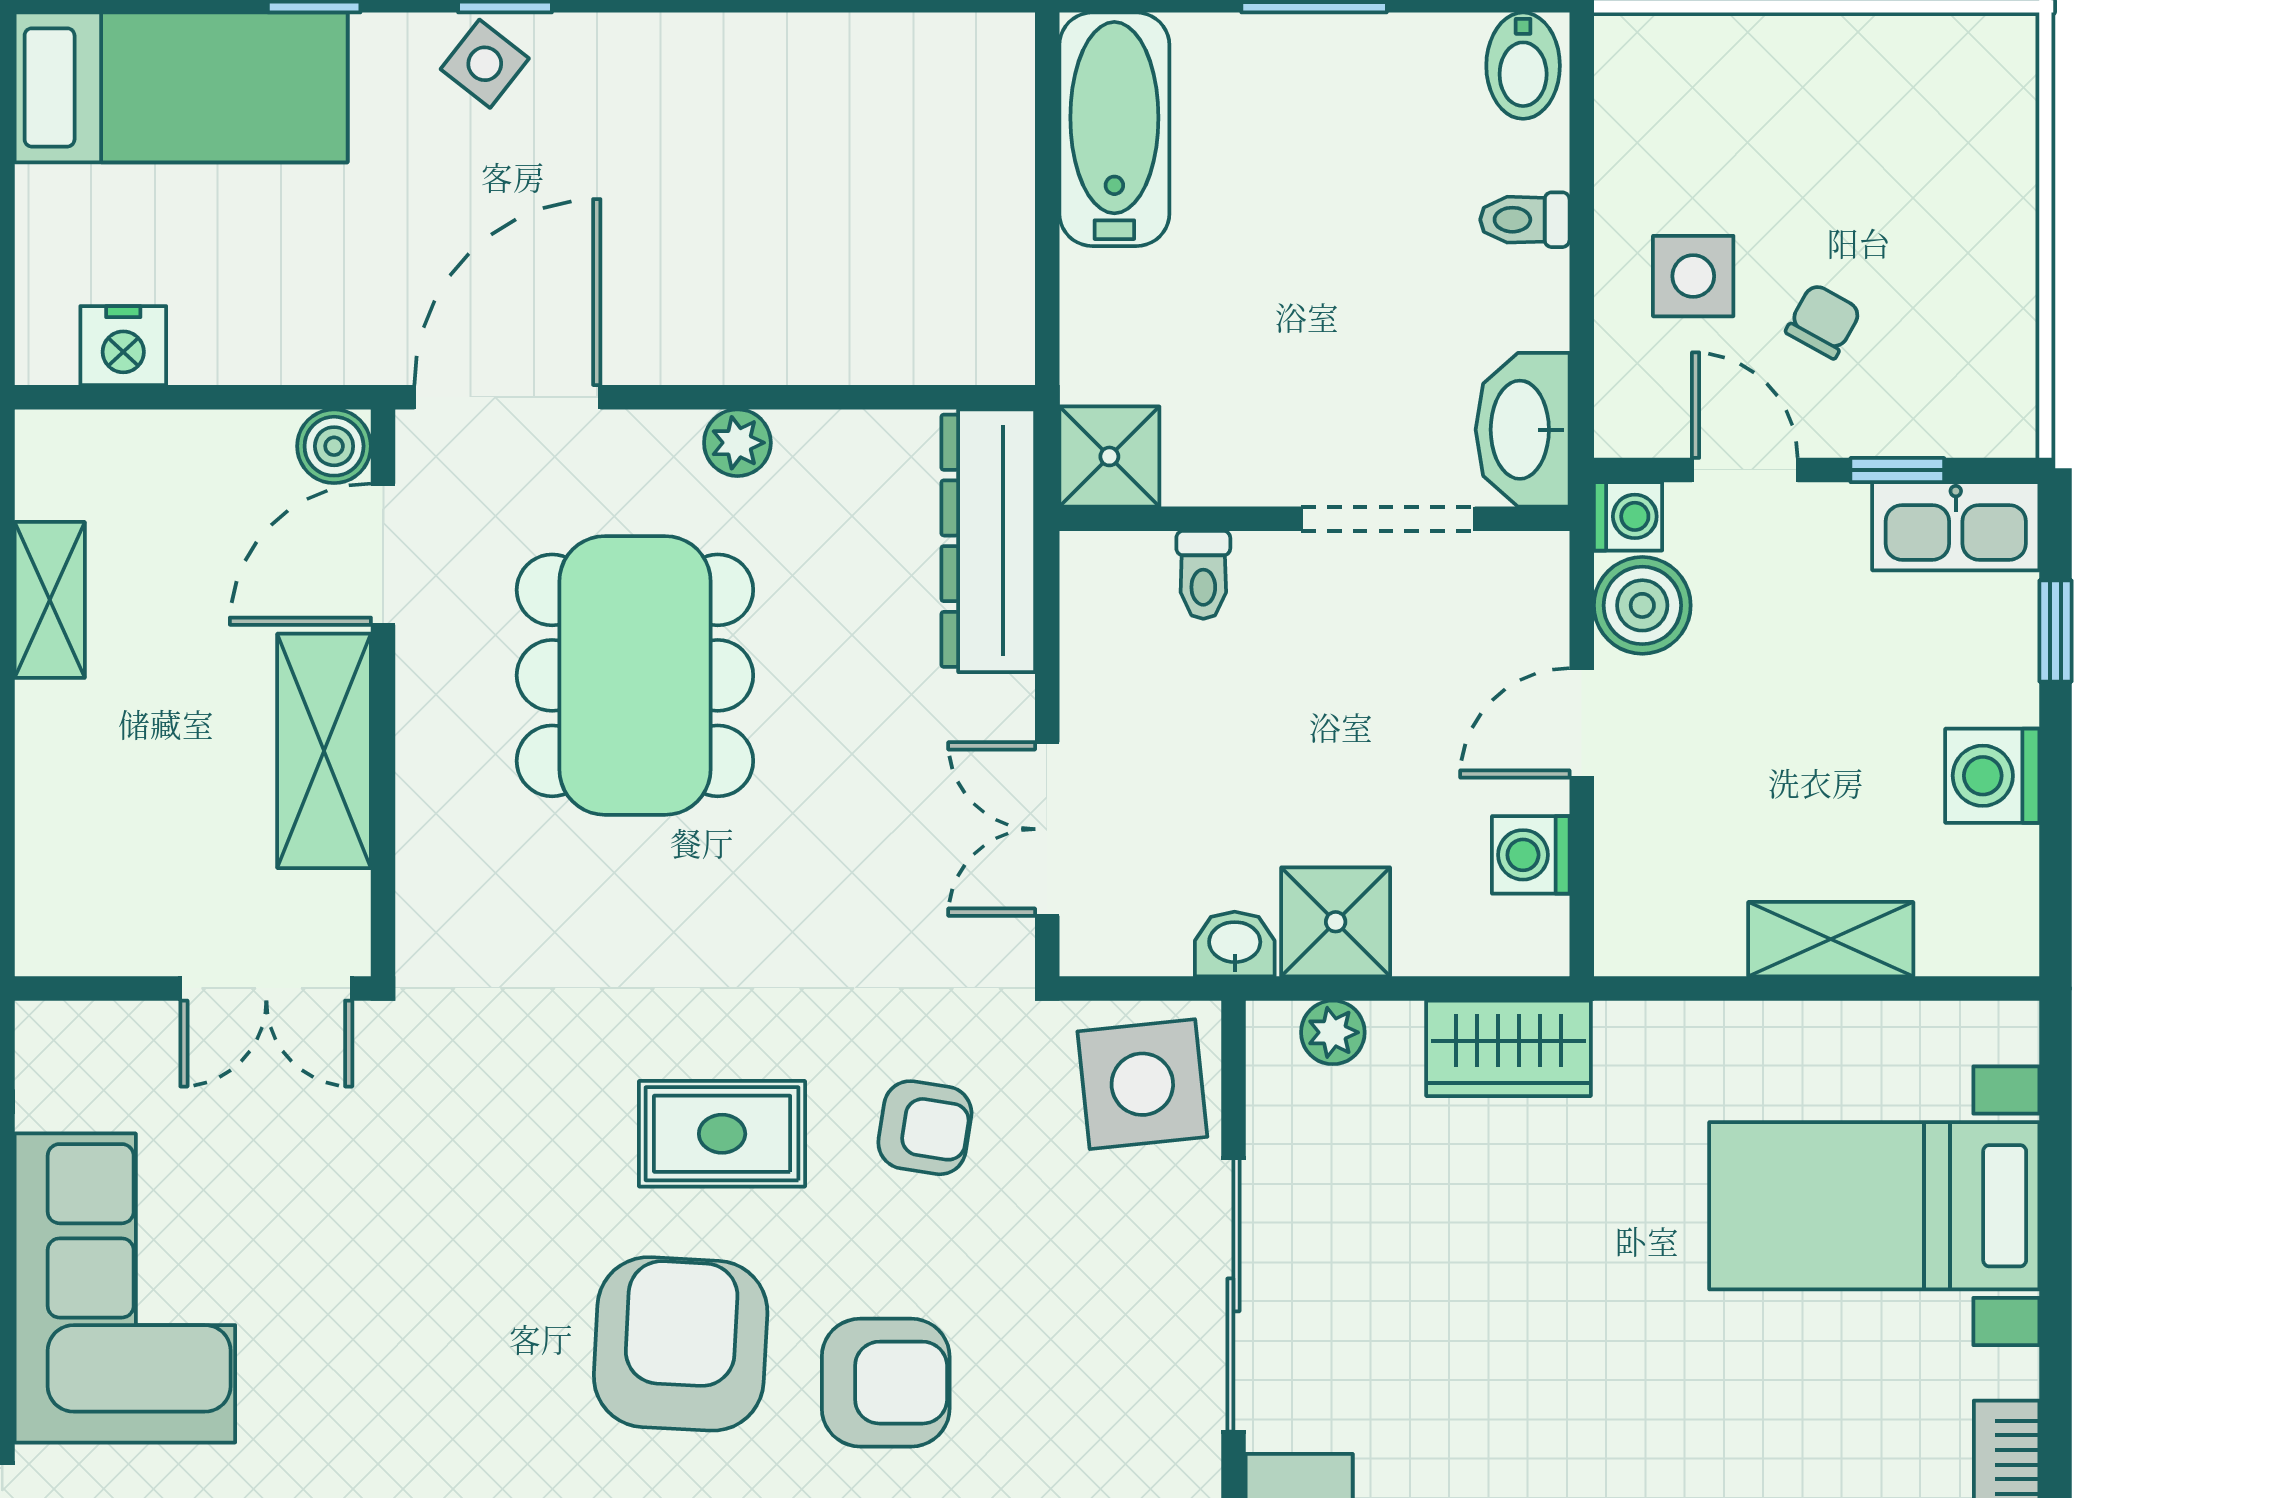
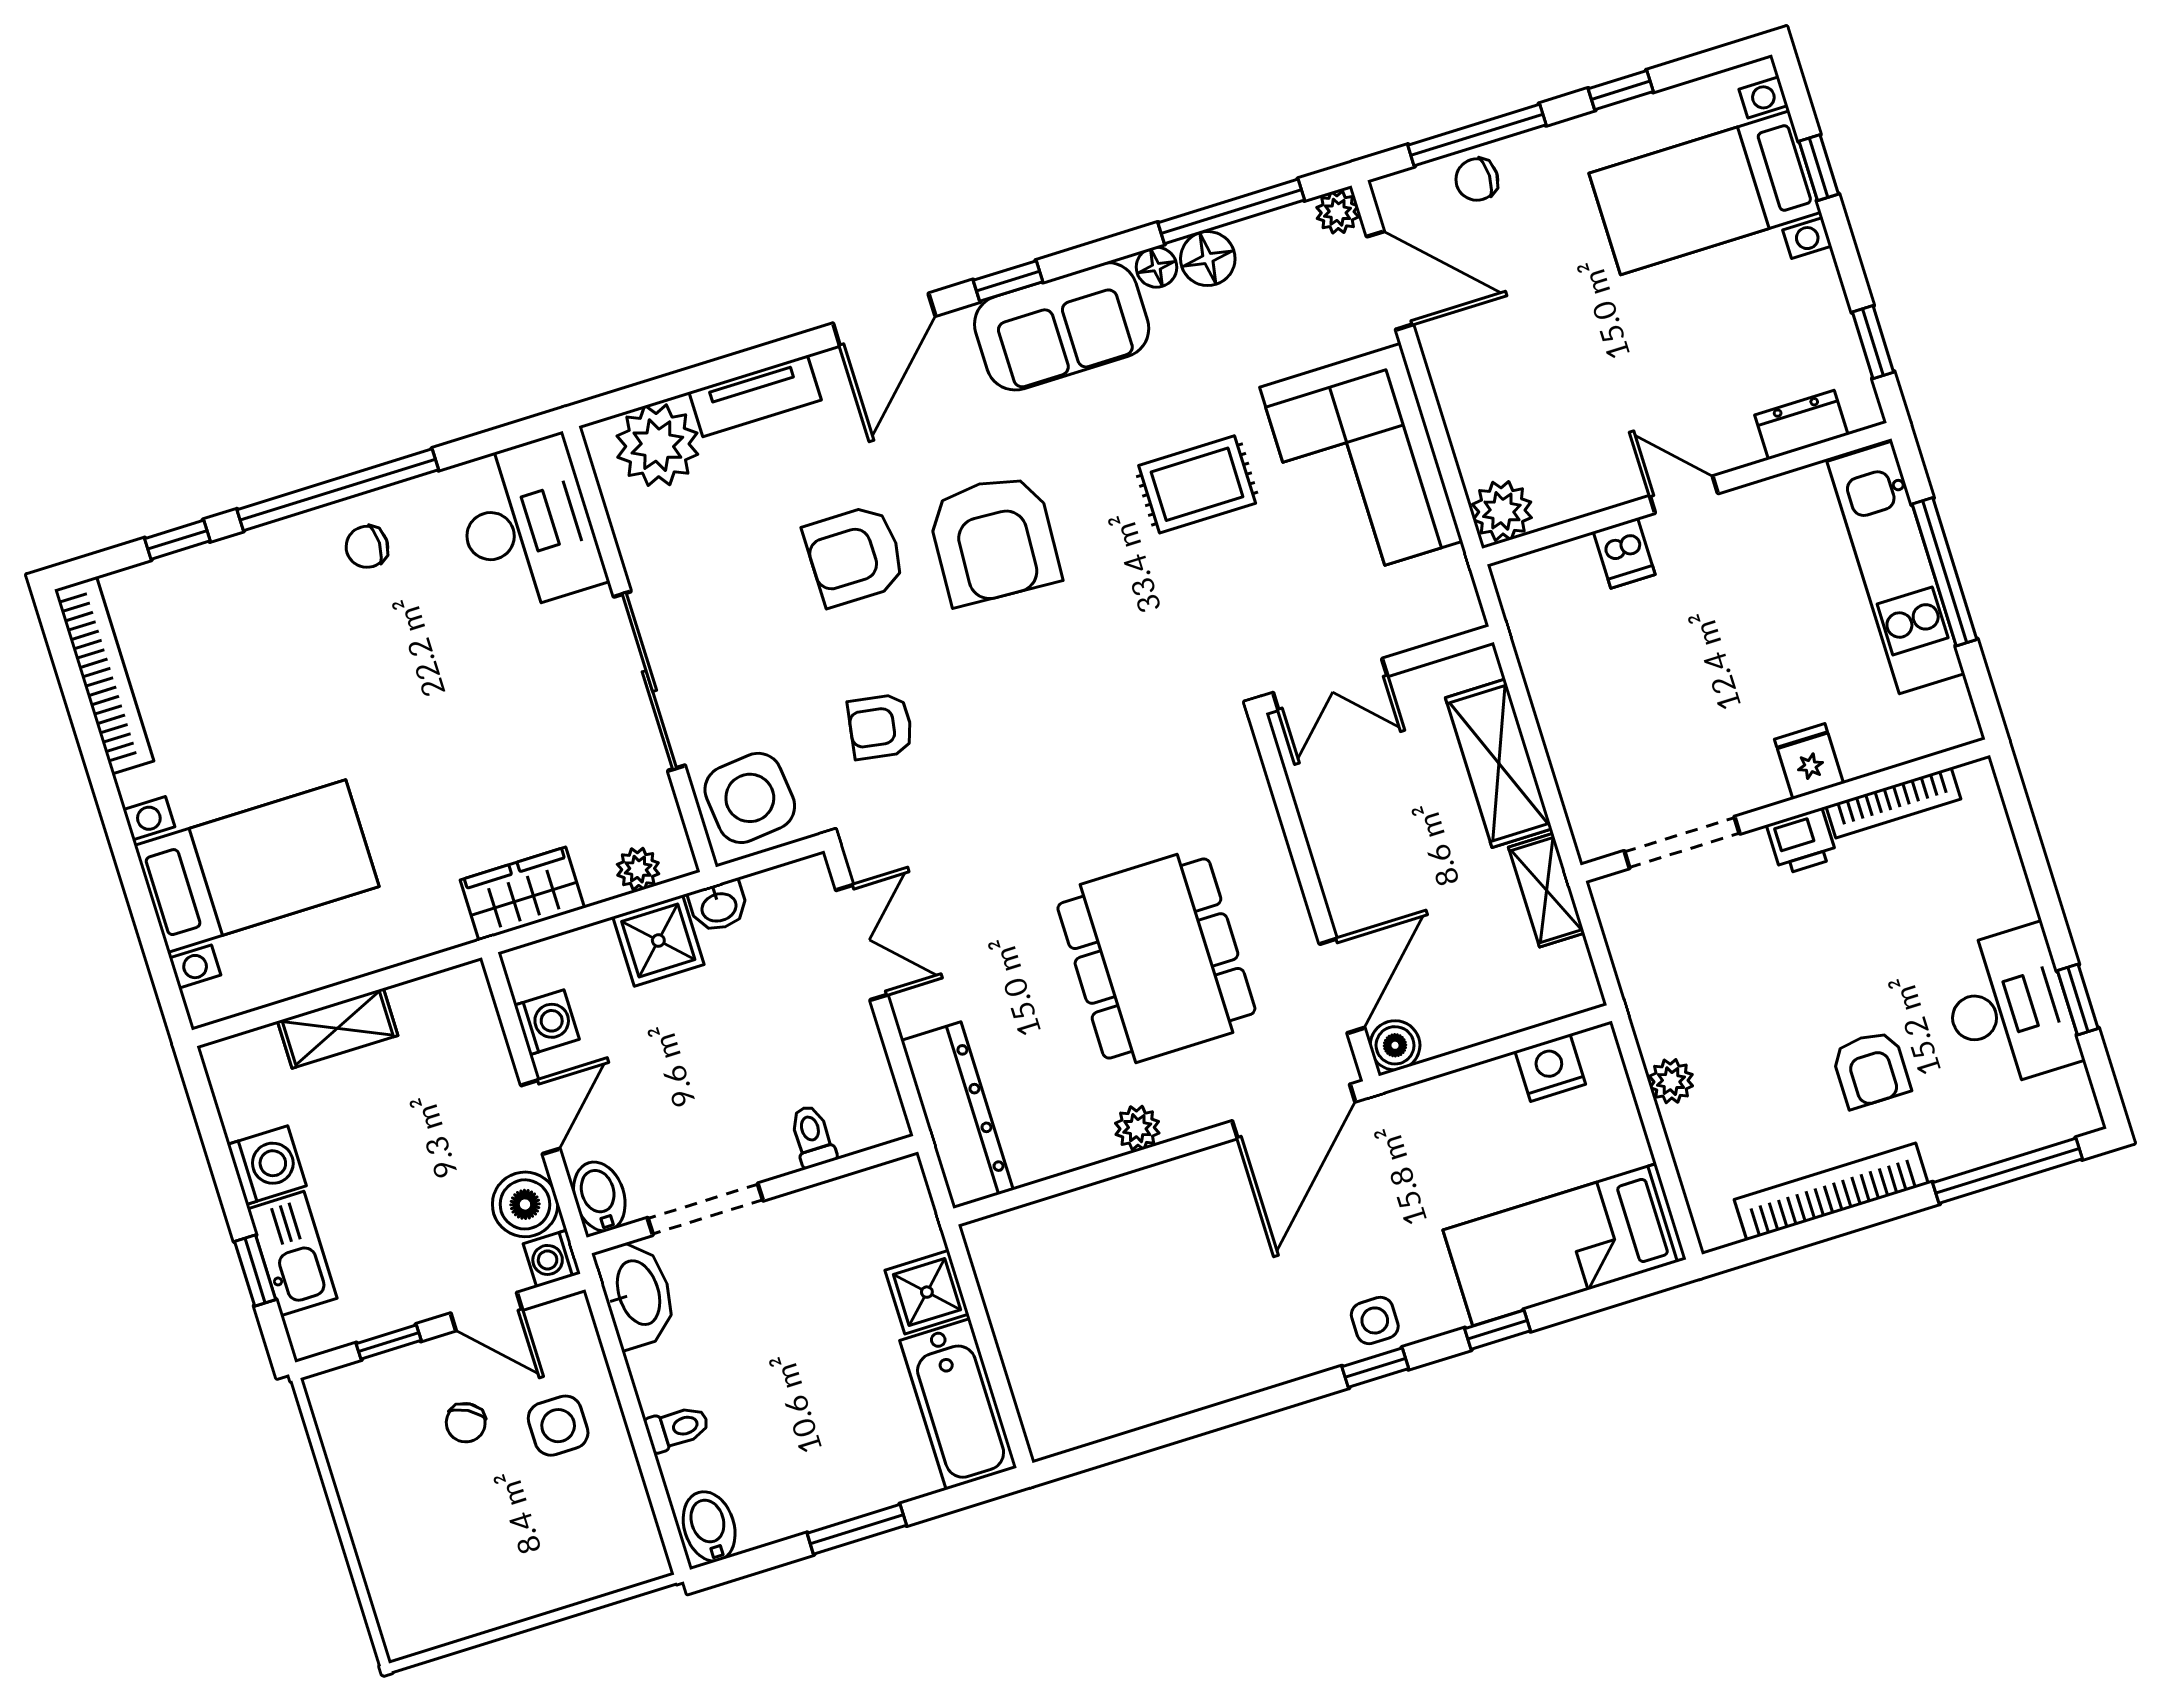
side table: (485, 64) -> (1375, 1320), turned -38
shower: (1109, 456) -> (927, 1292), moved
kitchen sink: (1956, 526) -> (292, 1254), moved, turned 90
bidet: (1533, 584) -> (599, 1197), added
shelving: (324, 751) -> (1499, 763), moved
double door: (266, 988) -> (1330, 684), swing flipped
rug: (722, 1134) -> (1197, 484), moved

